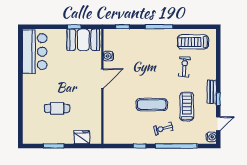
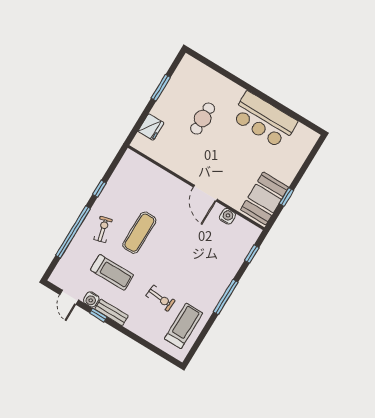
bar counter: (35, 52) -> (264, 120), moved
water cooler: (211, 137) -> (91, 299), moved

